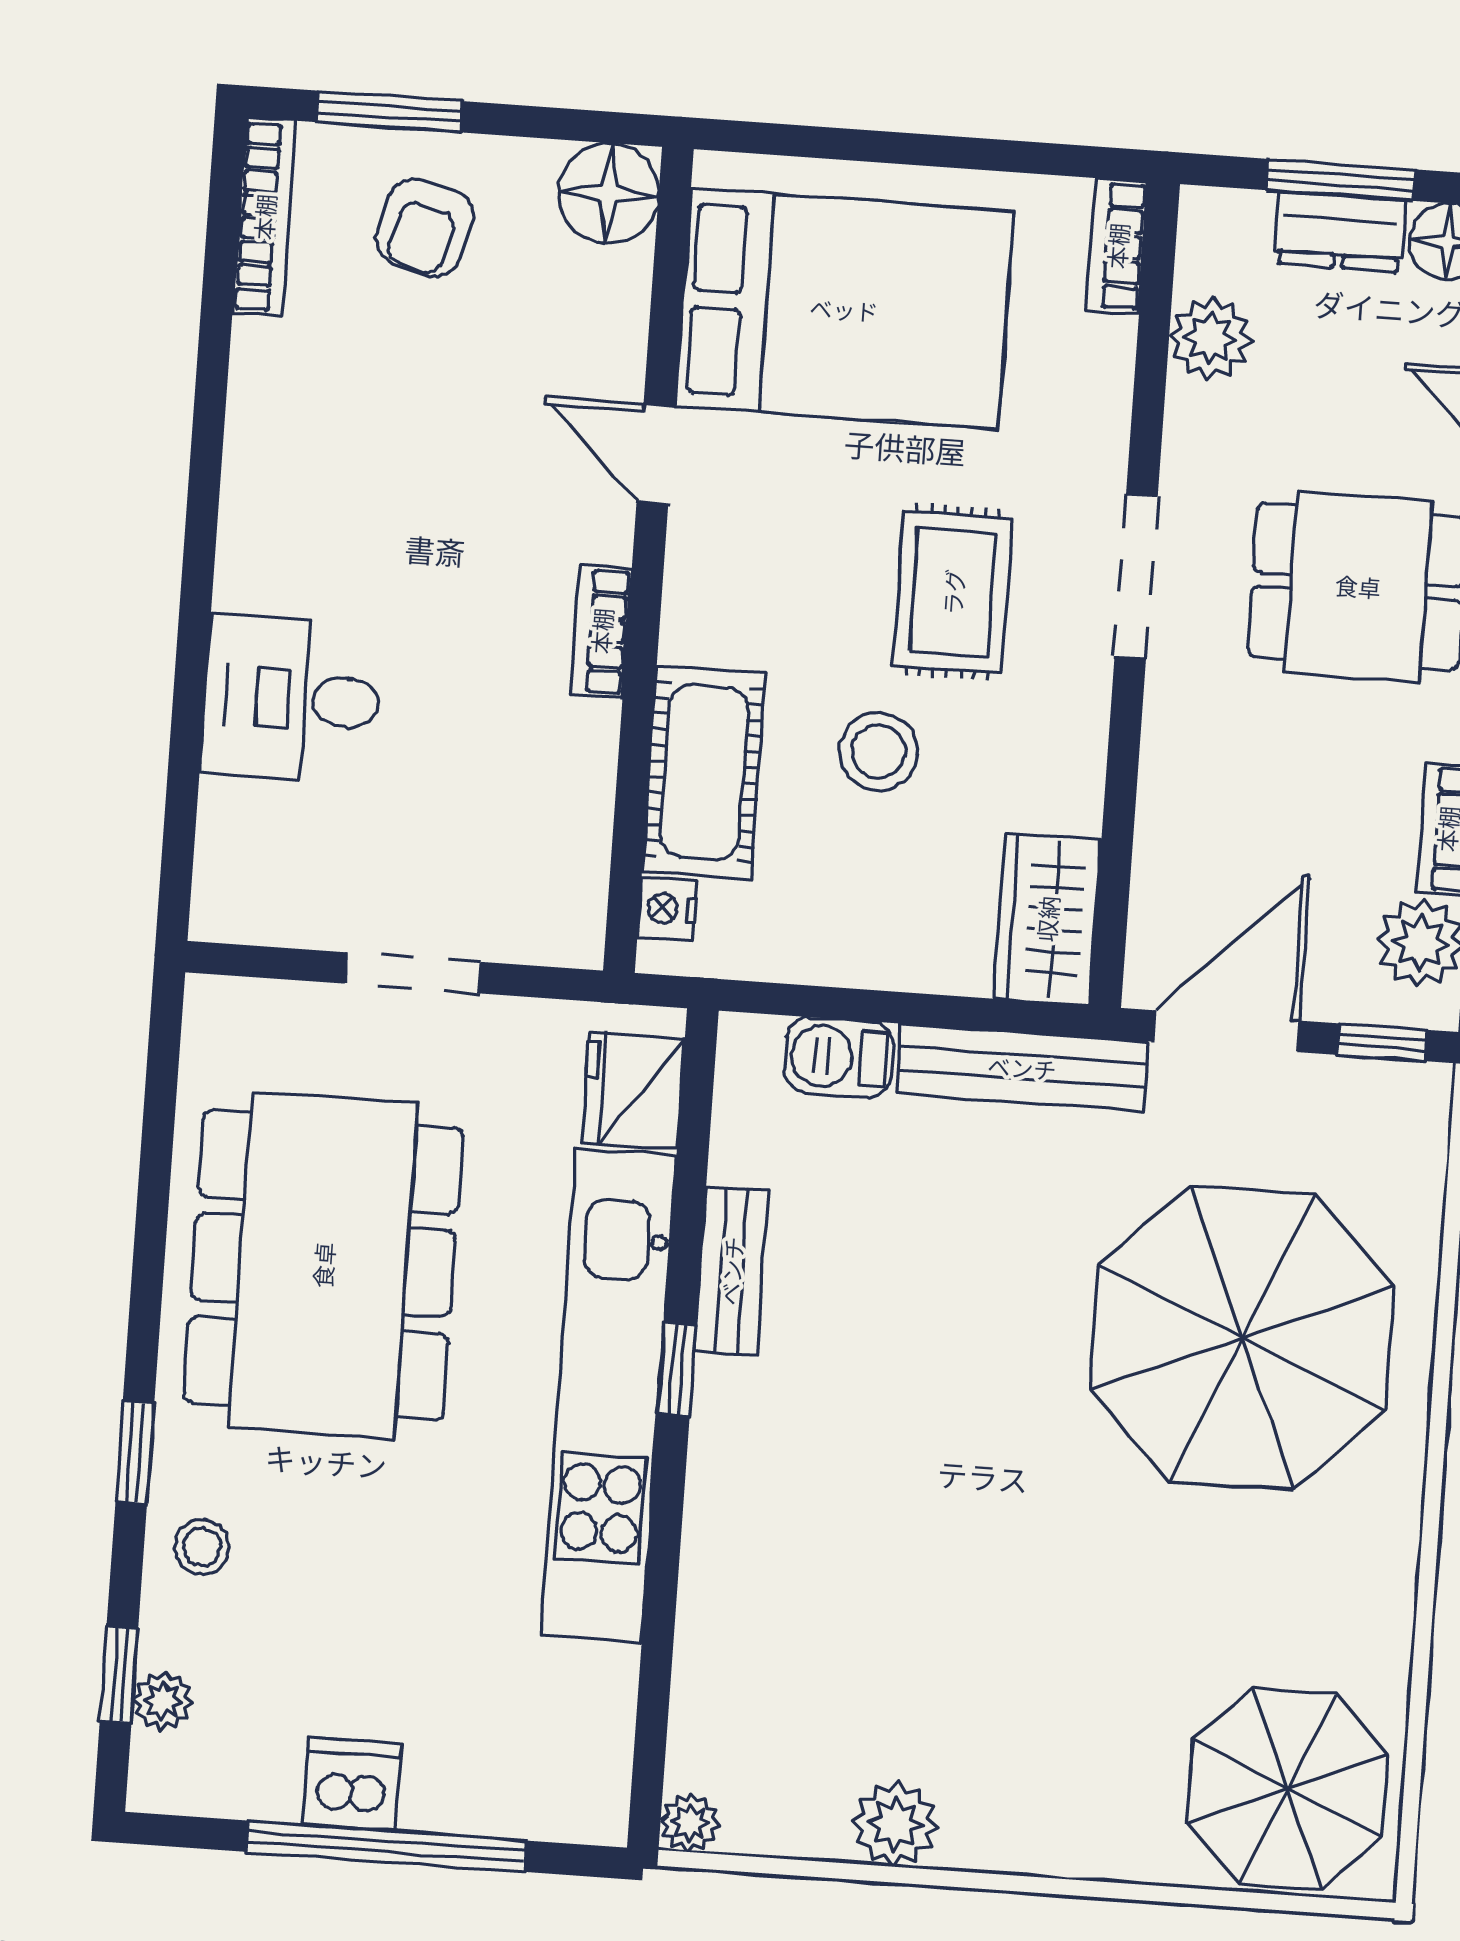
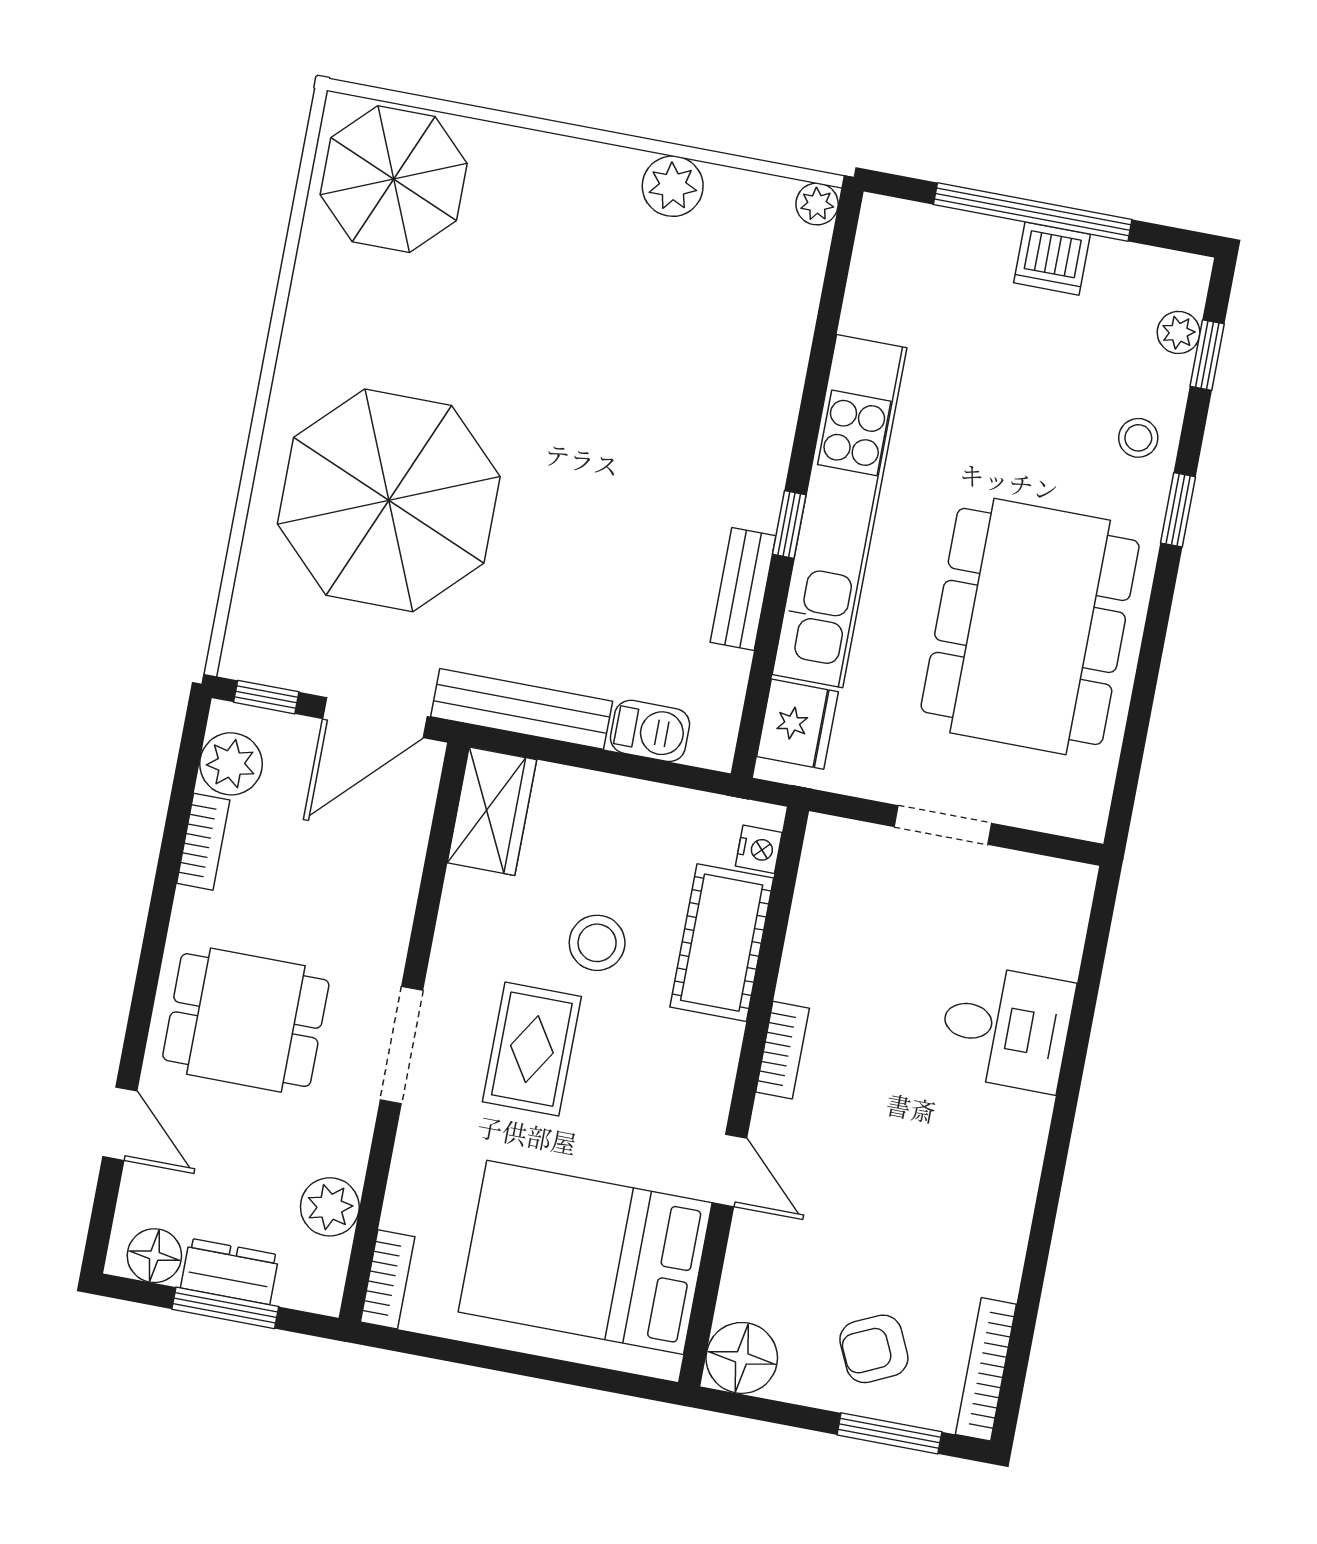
armchair: (425, 228) -> (874, 1349), turned -131

